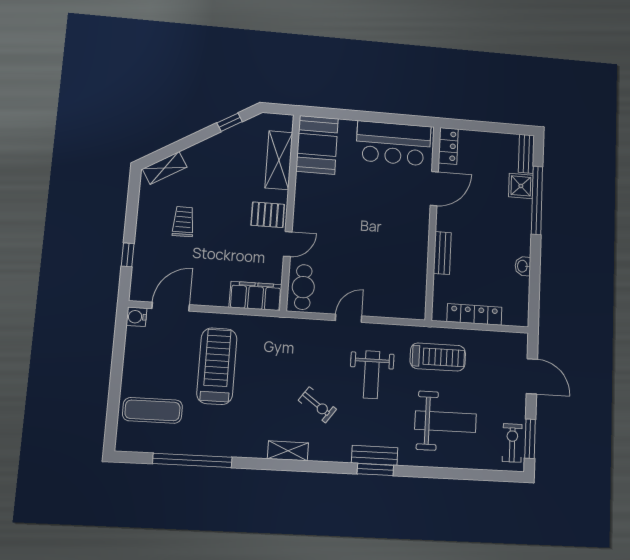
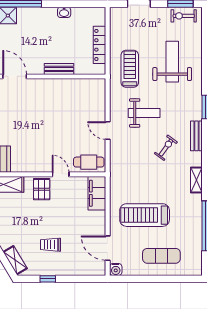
window: (128, 255) -> (48, 279), moved
exercise mat: (152, 410) -> (161, 256), moved, turned 90
shelving: (288, 451) -> (196, 180), moved
bench: (375, 455) -> (196, 136), moved

